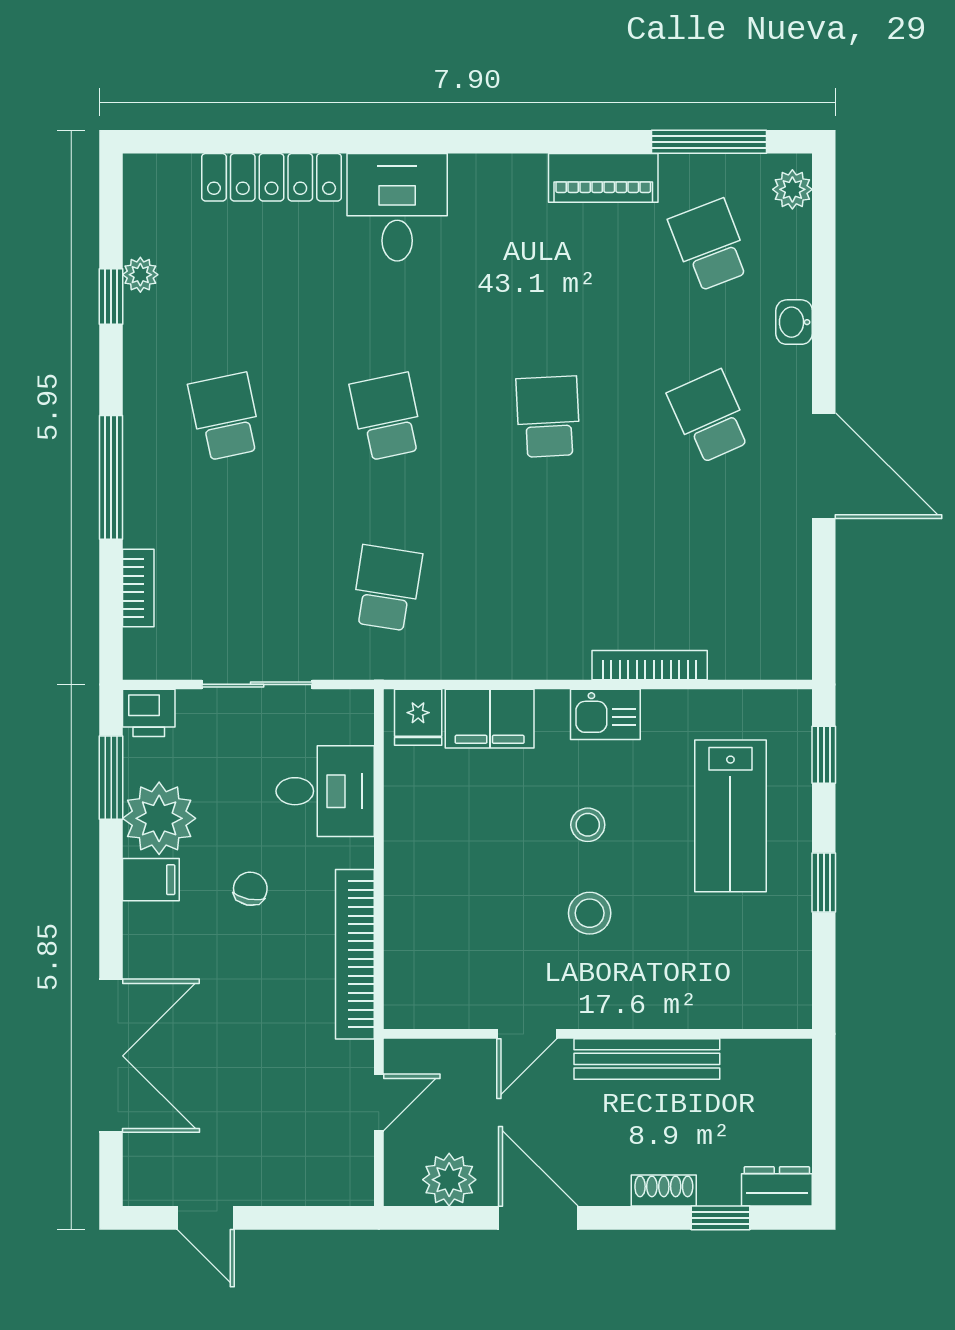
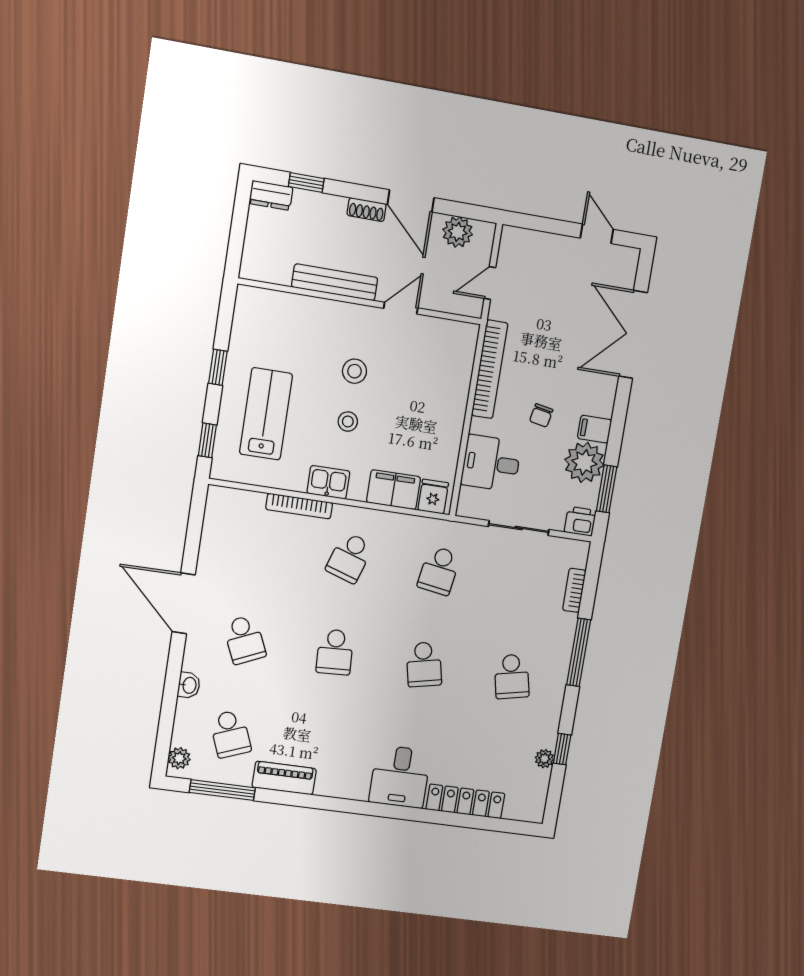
school desk: (548, 588) -> (350, 558), added
shoe rack: (664, 1191) -> (367, 210), moved

